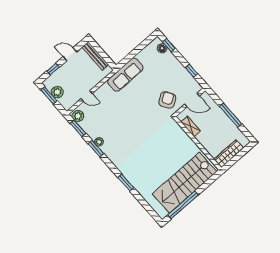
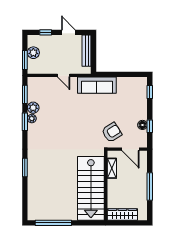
floor lamp: (162, 48) -> (142, 125), moved
window: (49, 95) -> (25, 60), moved
door: (87, 96) -> (64, 75), moved
plant: (78, 116) -> (33, 108), moved
stairs: (184, 183) -> (91, 188), moved, turned -90

